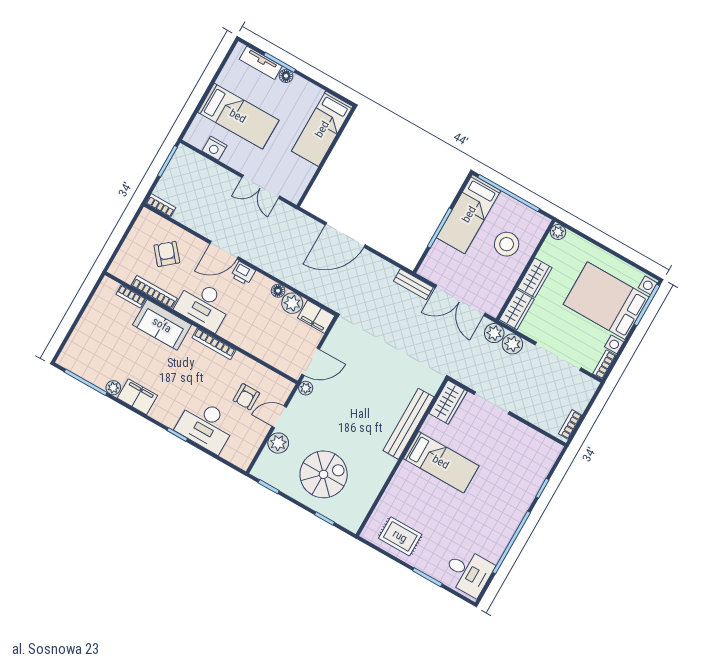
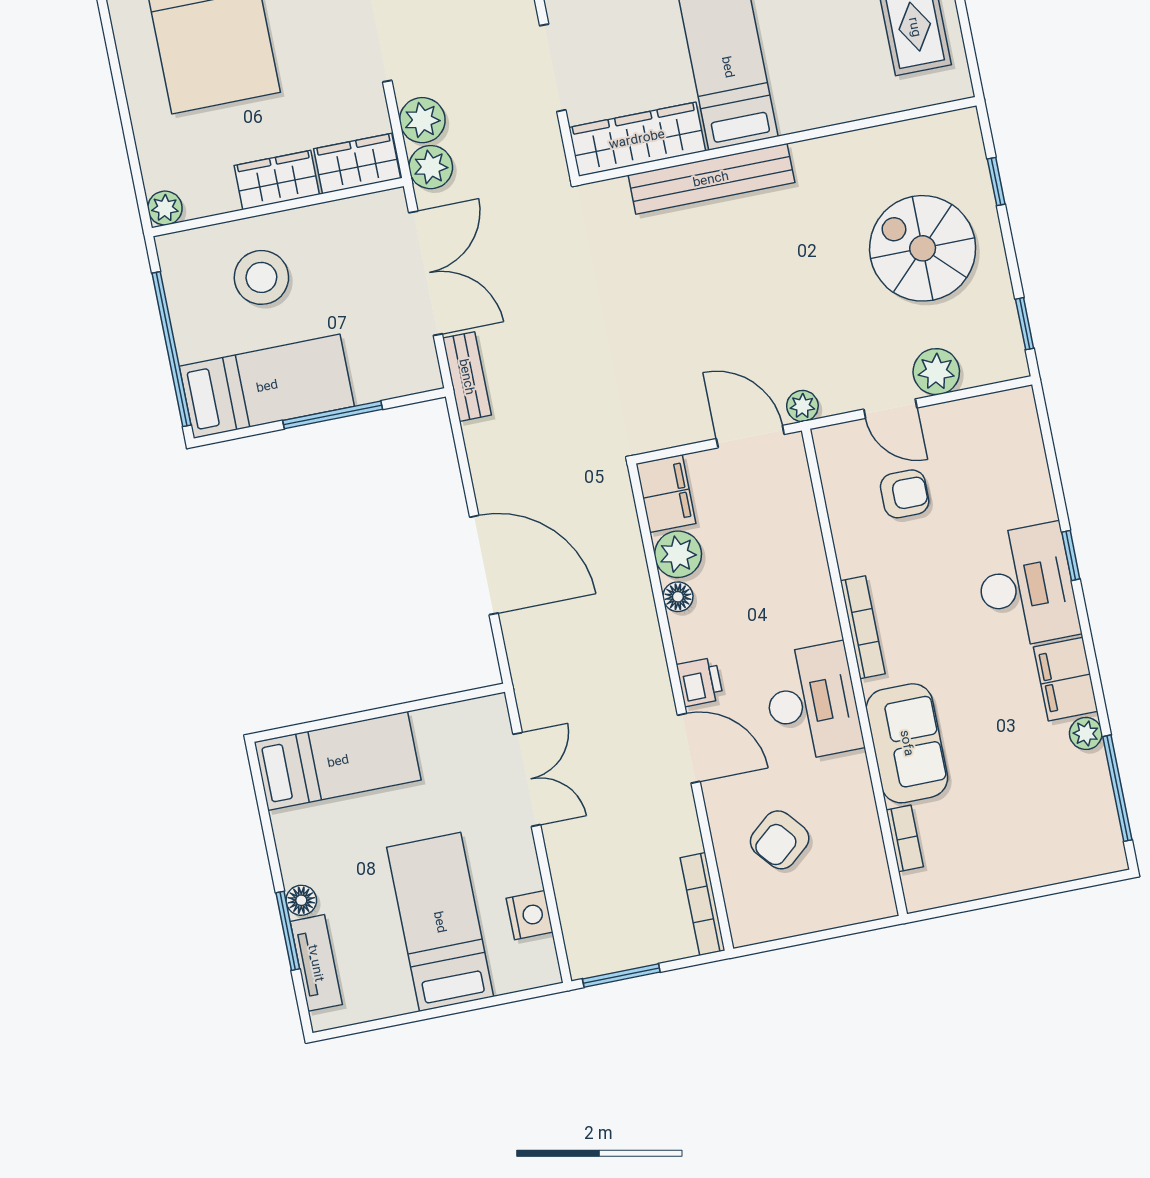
bookcase: (161, 205) -> (703, 904), width x1.56
bookcase: (154, 292) -> (863, 805), removed
wardrobe: (448, 402) -> (637, 139), width x1.50
desk: (206, 425) -> (1026, 586), moved

